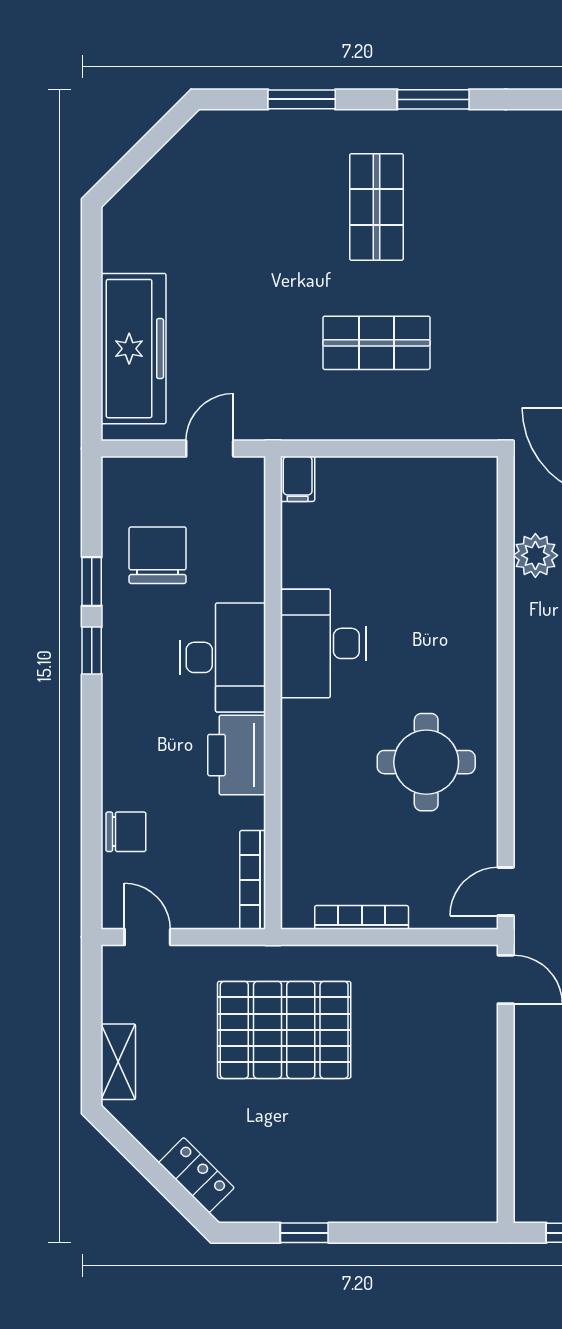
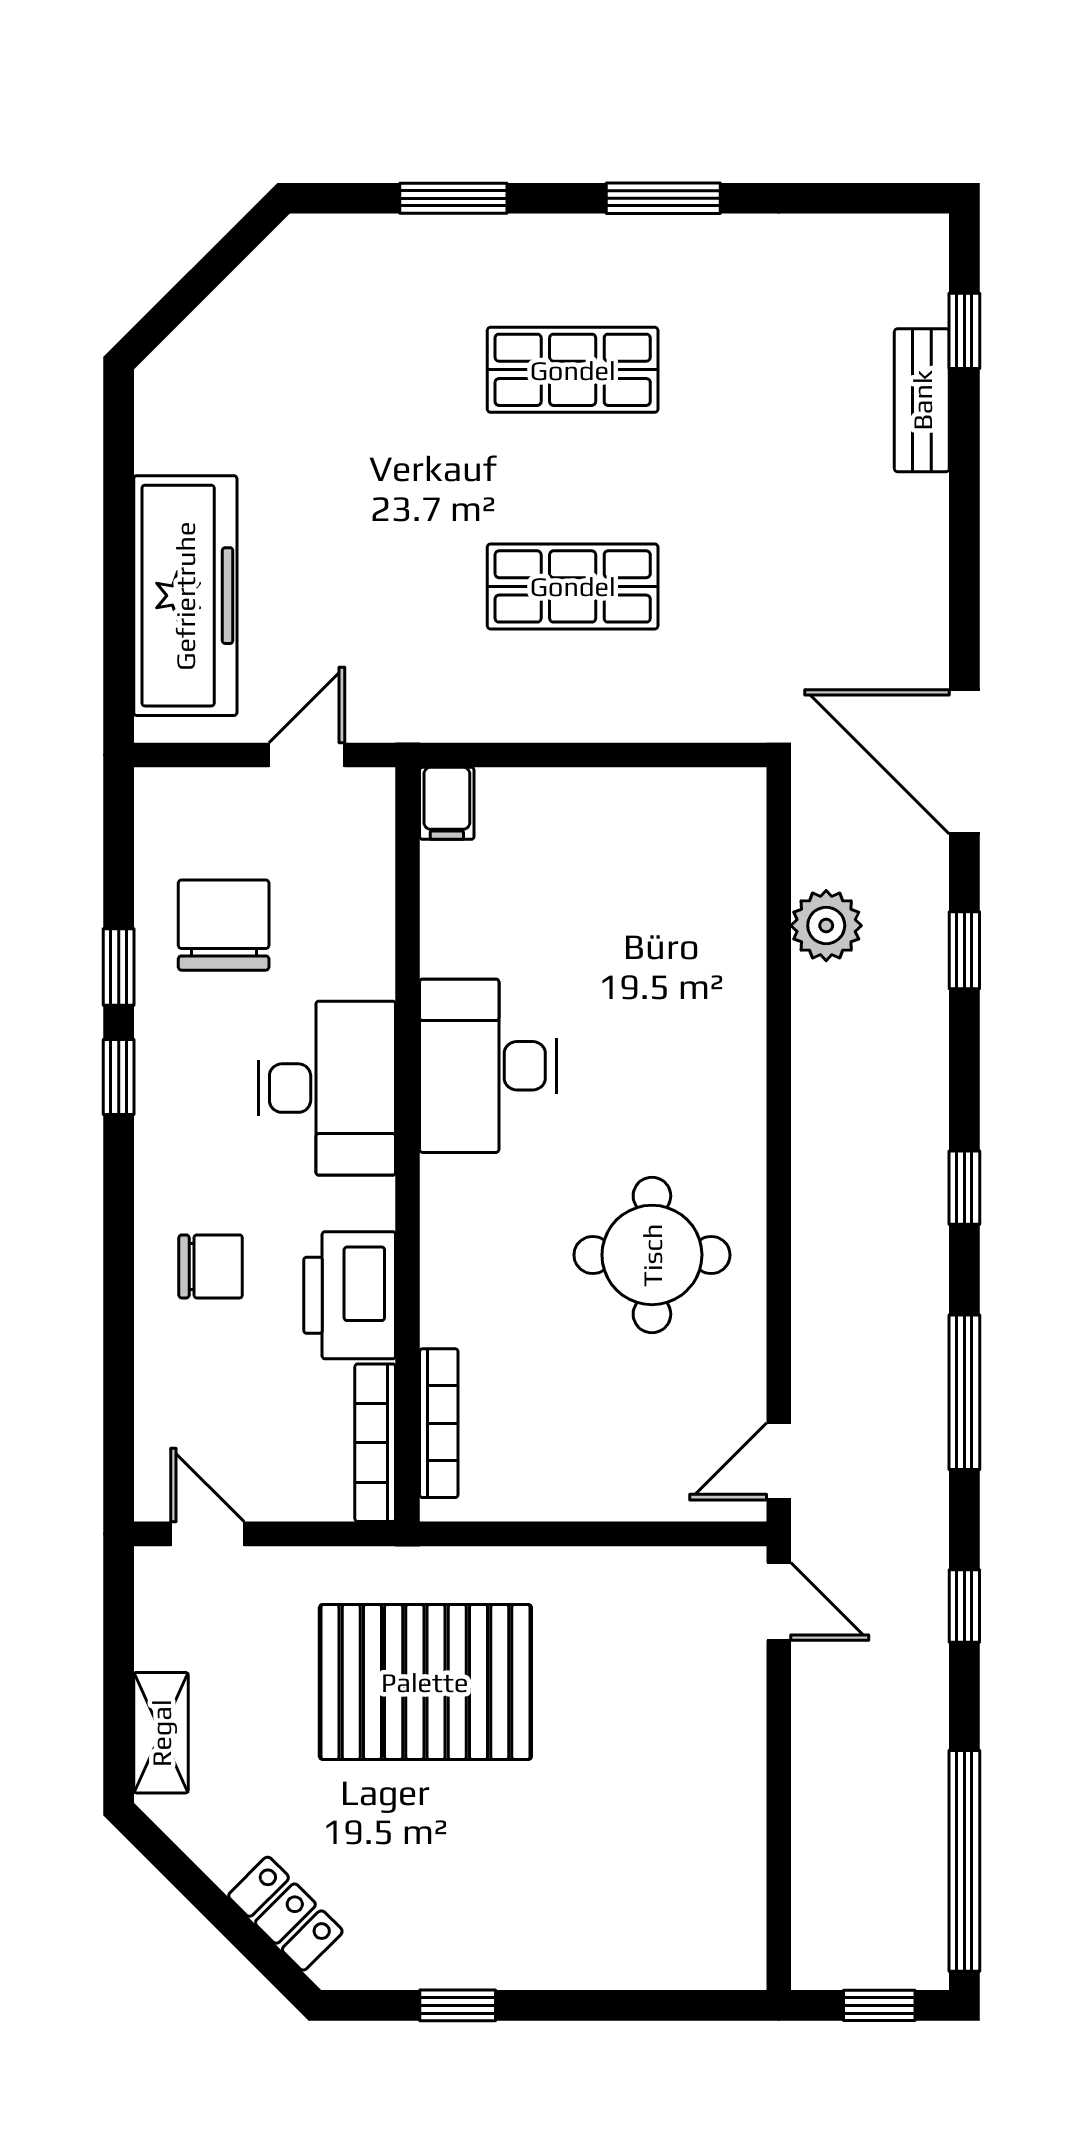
shop shelf: (376, 207) -> (573, 370), turned 90
printer: (237, 755) -> (350, 1295), moved
chair: (126, 832) -> (211, 1266), moved
bookcase: (362, 917) -> (439, 1423), moved, turned 90

